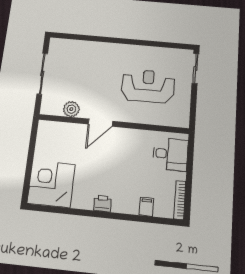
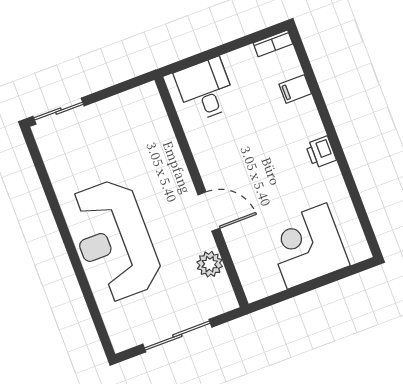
reception desk: (148, 86) -> (114, 240), moved, width x1.36, depth x1.30
corner desk: (51, 184) -> (307, 246), moved, turned 90
bookcase: (180, 200) -> (273, 43), width x0.64

